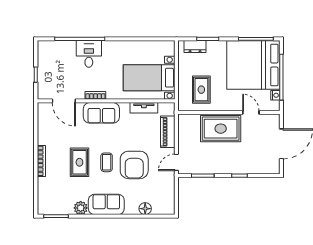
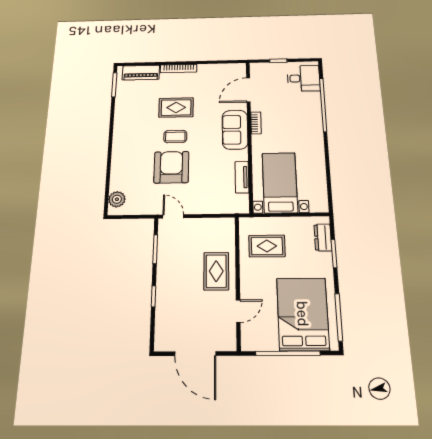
desk: (89, 54) -> (303, 78), moved
bed: (253, 65) -> (303, 314), width x0.73
nightstand: (275, 95) -> (262, 345), removed
rug: (221, 129) -> (216, 271), width x0.73, depth x0.70
piano: (168, 132) -> (141, 73), moved, turned 180
armchair: (134, 165) -> (171, 167), turned 90
sofa: (106, 204) -> (125, 137), removed
plant: (81, 208) -> (117, 199), moved
floor lamp: (145, 209) -> (117, 181), removed

